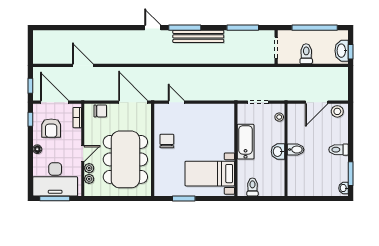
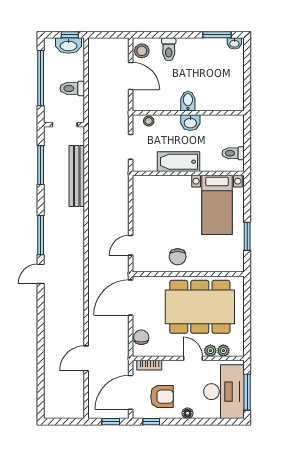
bench: (198, 36) -> (77, 176), moved
chair: (167, 141) -> (178, 257), turned -90
toilet: (339, 150) -> (169, 49), moved

